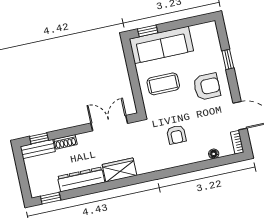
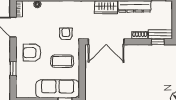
double door: (109, 123) -> (106, 42), width x1.37
armchair: (176, 135) -> (66, 34), moved

